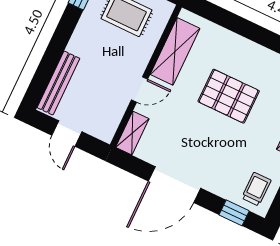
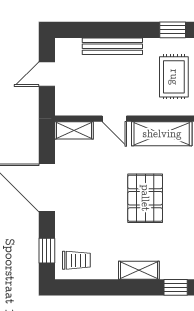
bench: (58, 83) -> (112, 46), moved

